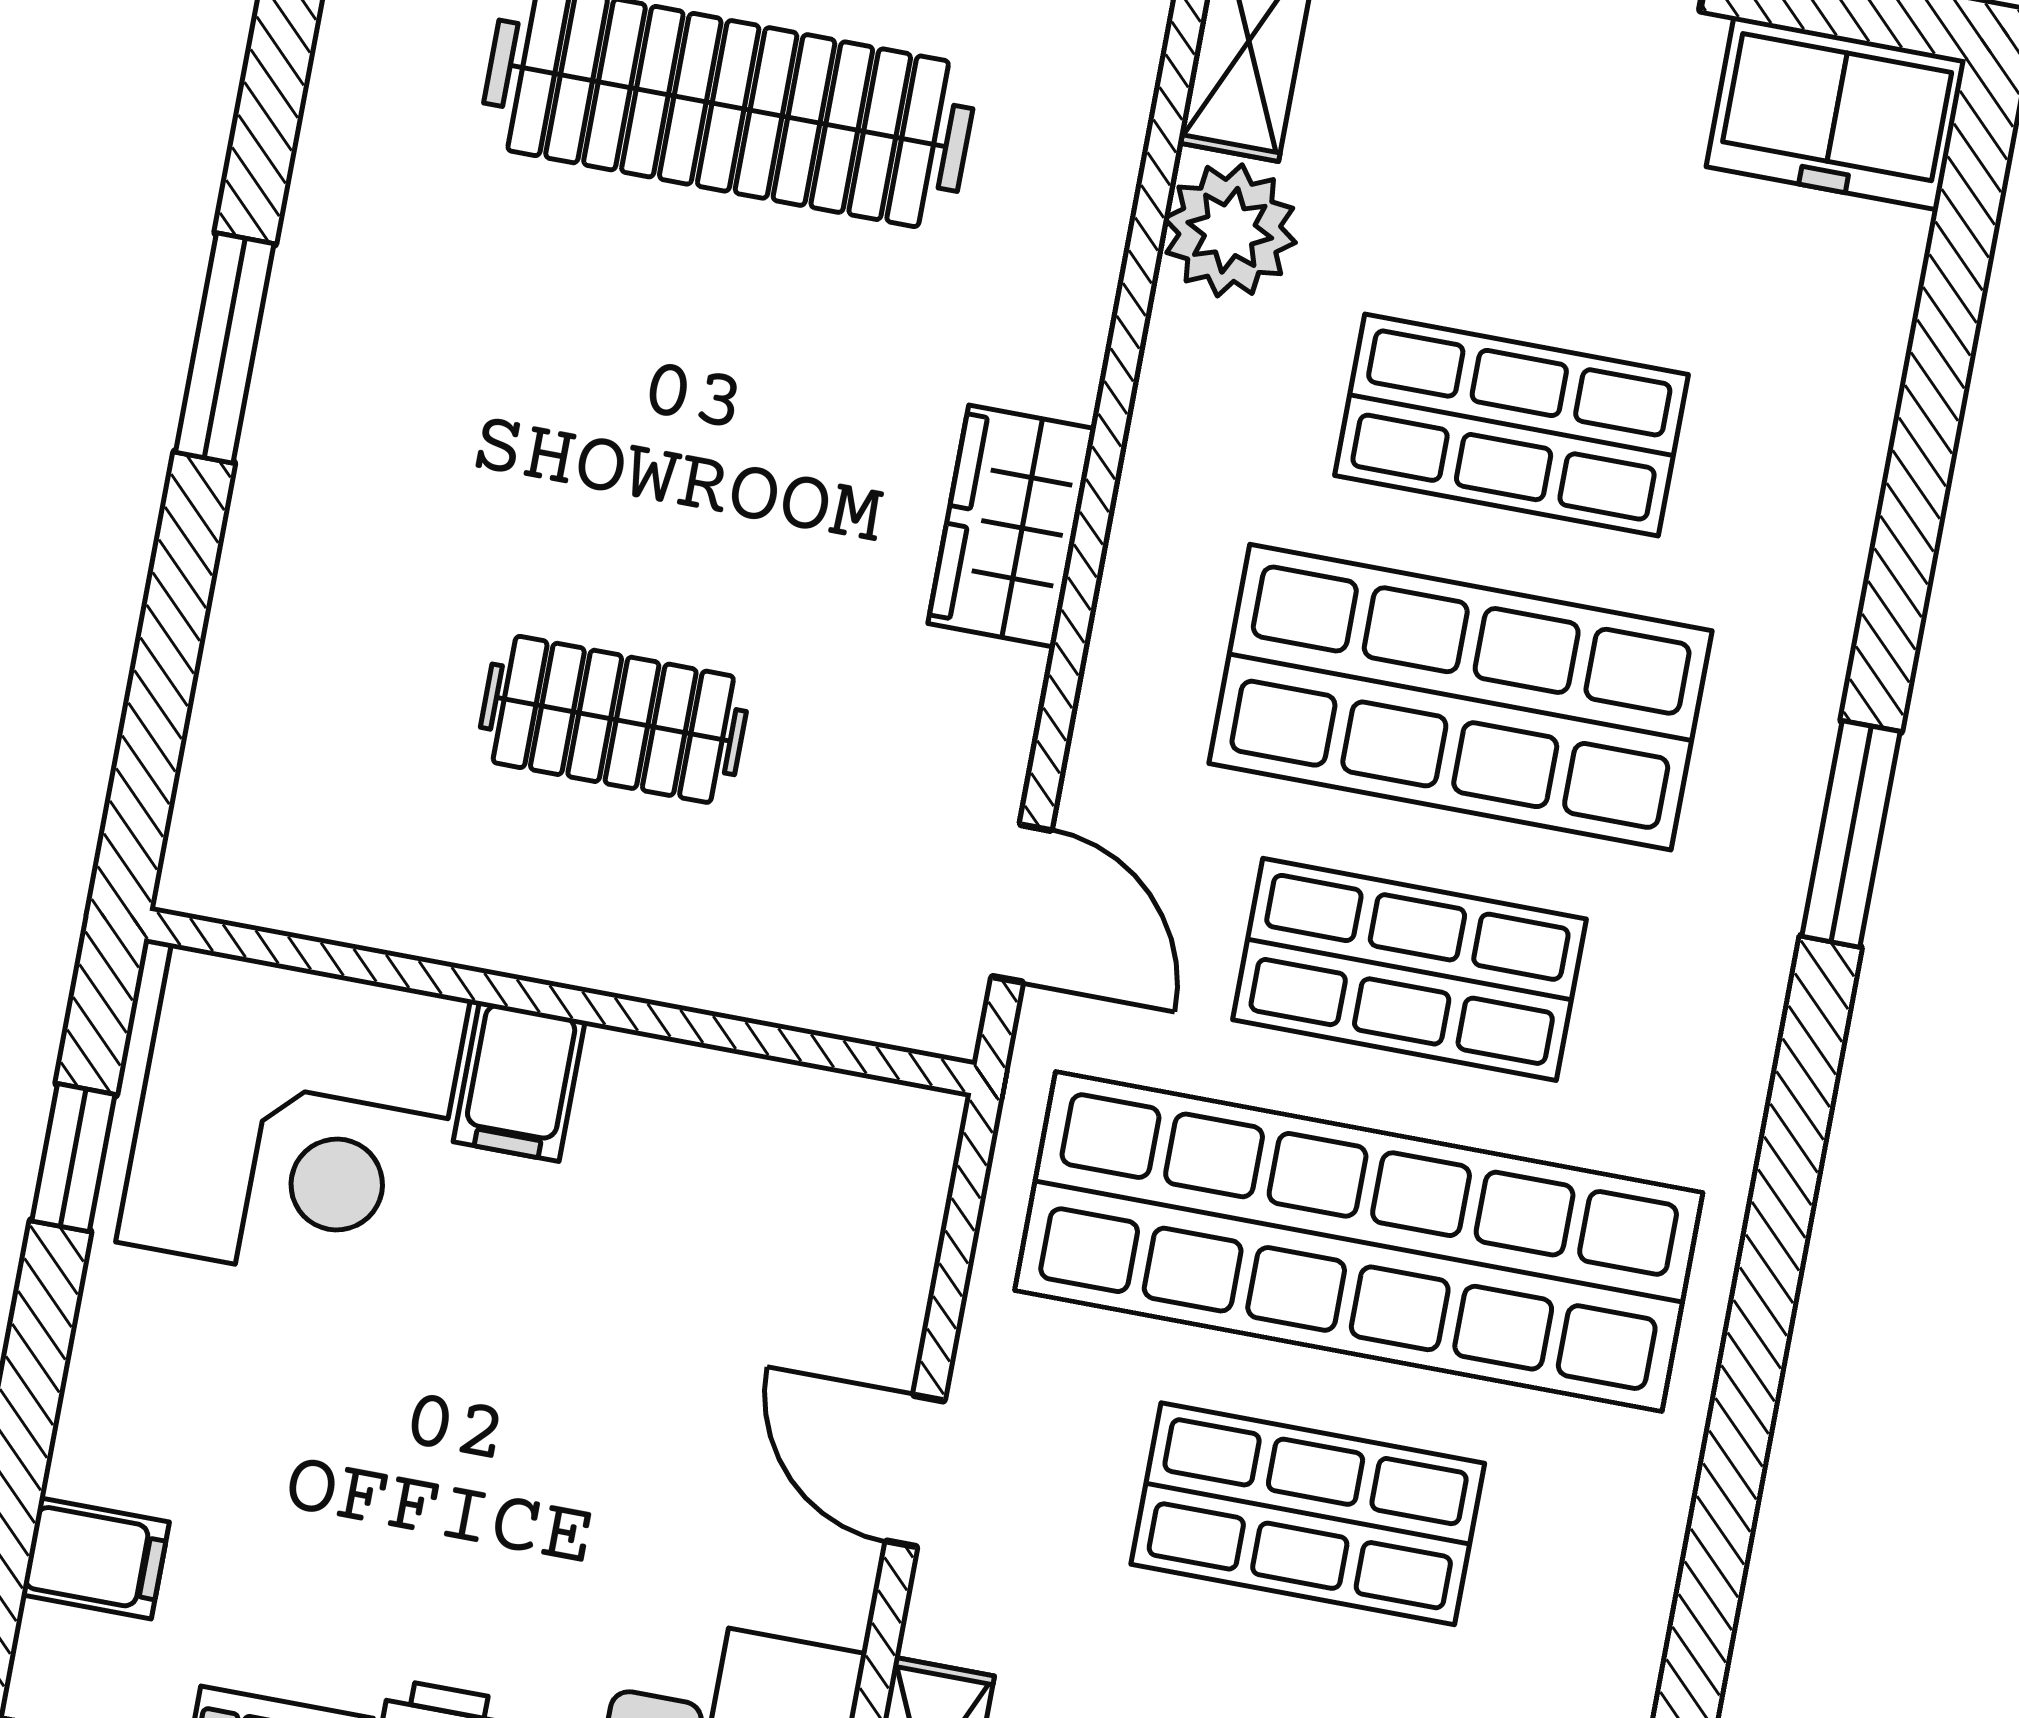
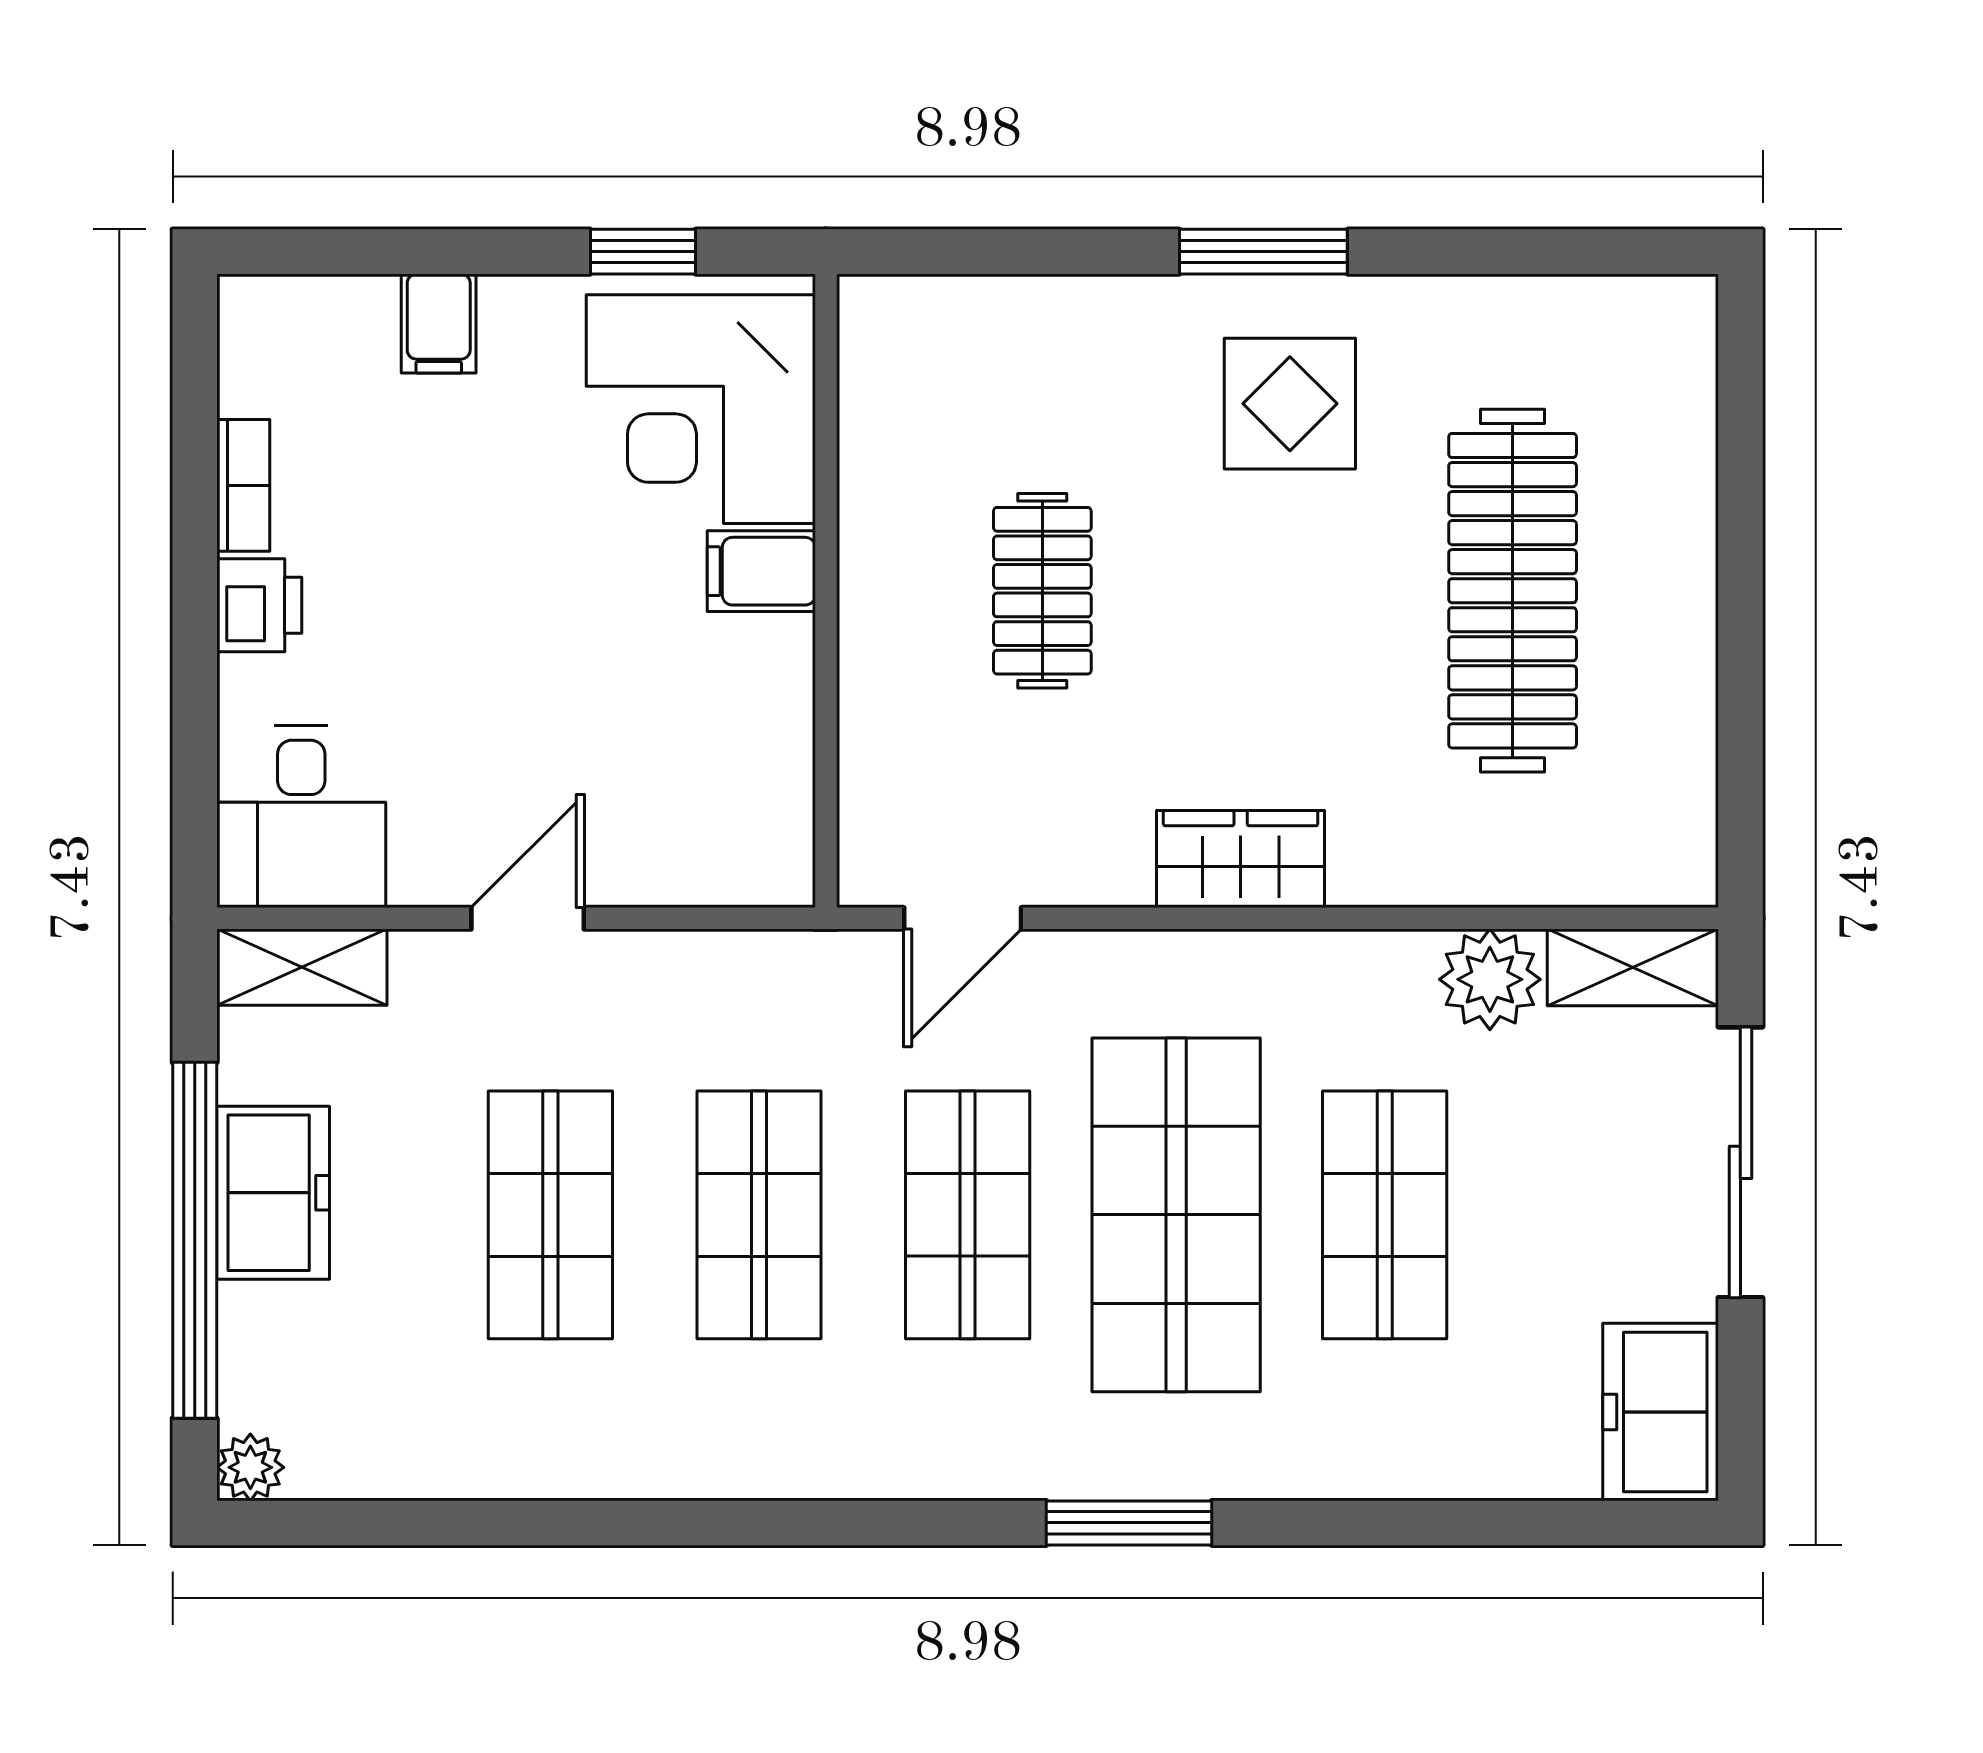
display table: (430, 351) -> (1290, 404), added
shop shelf: (1359, 1242) -> (759, 1215), width x0.50, depth x0.74
filing cabinet: (95, 1558) -> (439, 323), moved

